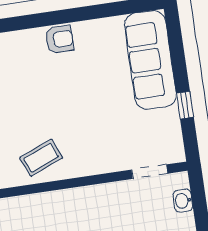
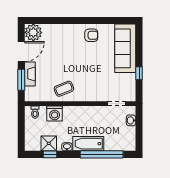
armchair: (59, 39) -> (91, 35), moved
washing machine: (30, 209) -> (55, 113), added

